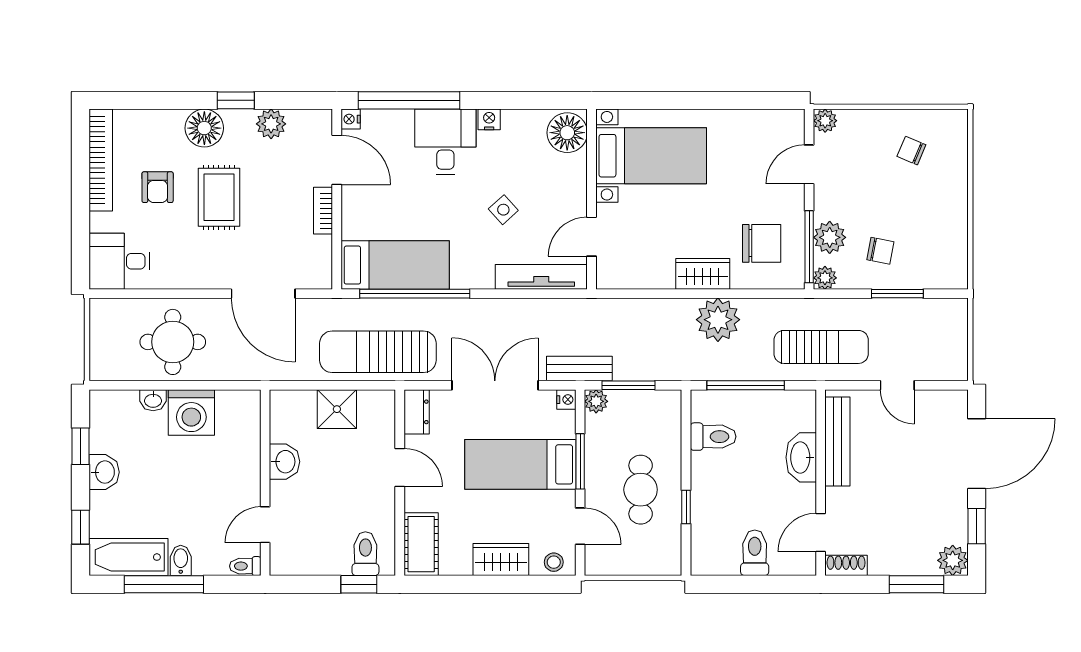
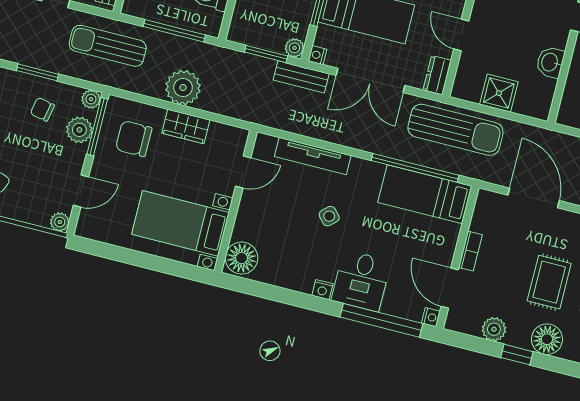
floor lamp: (567, 133) -> (242, 258), moved
bed with nightstands: (651, 156) -> (180, 223), moved
wall: (592, 199) -> (236, 201), moved
door: (592, 237) -> (243, 172), moved

